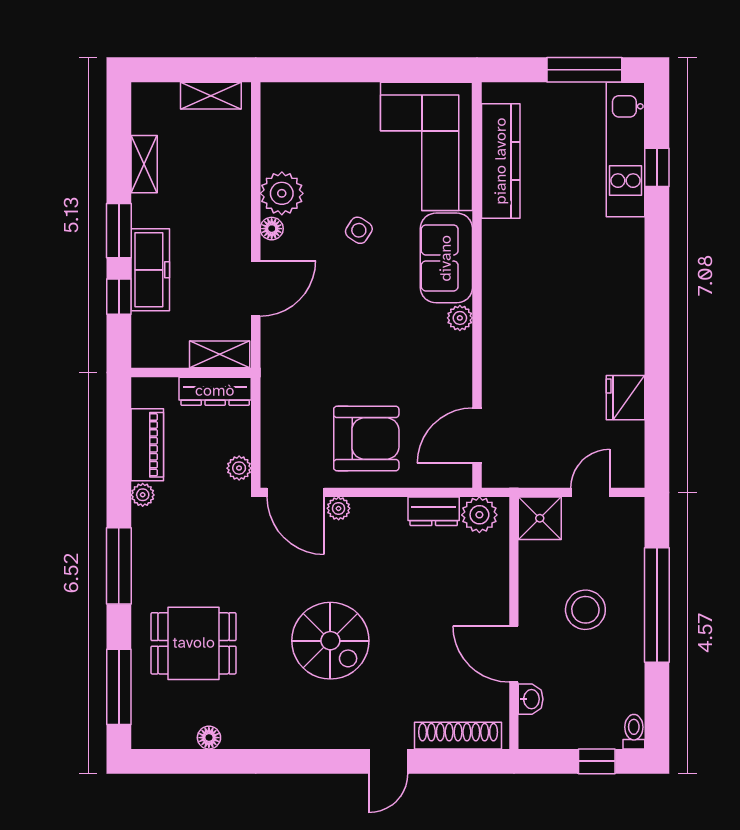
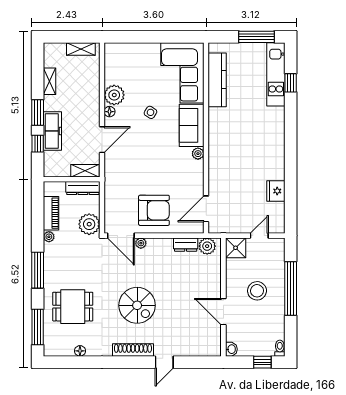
plant: (239, 468) -> (89, 224), width x1.88, depth x1.88
washbasin: (531, 699) -> (231, 349), moved
shoe rack: (458, 736) -> (133, 350), moved

